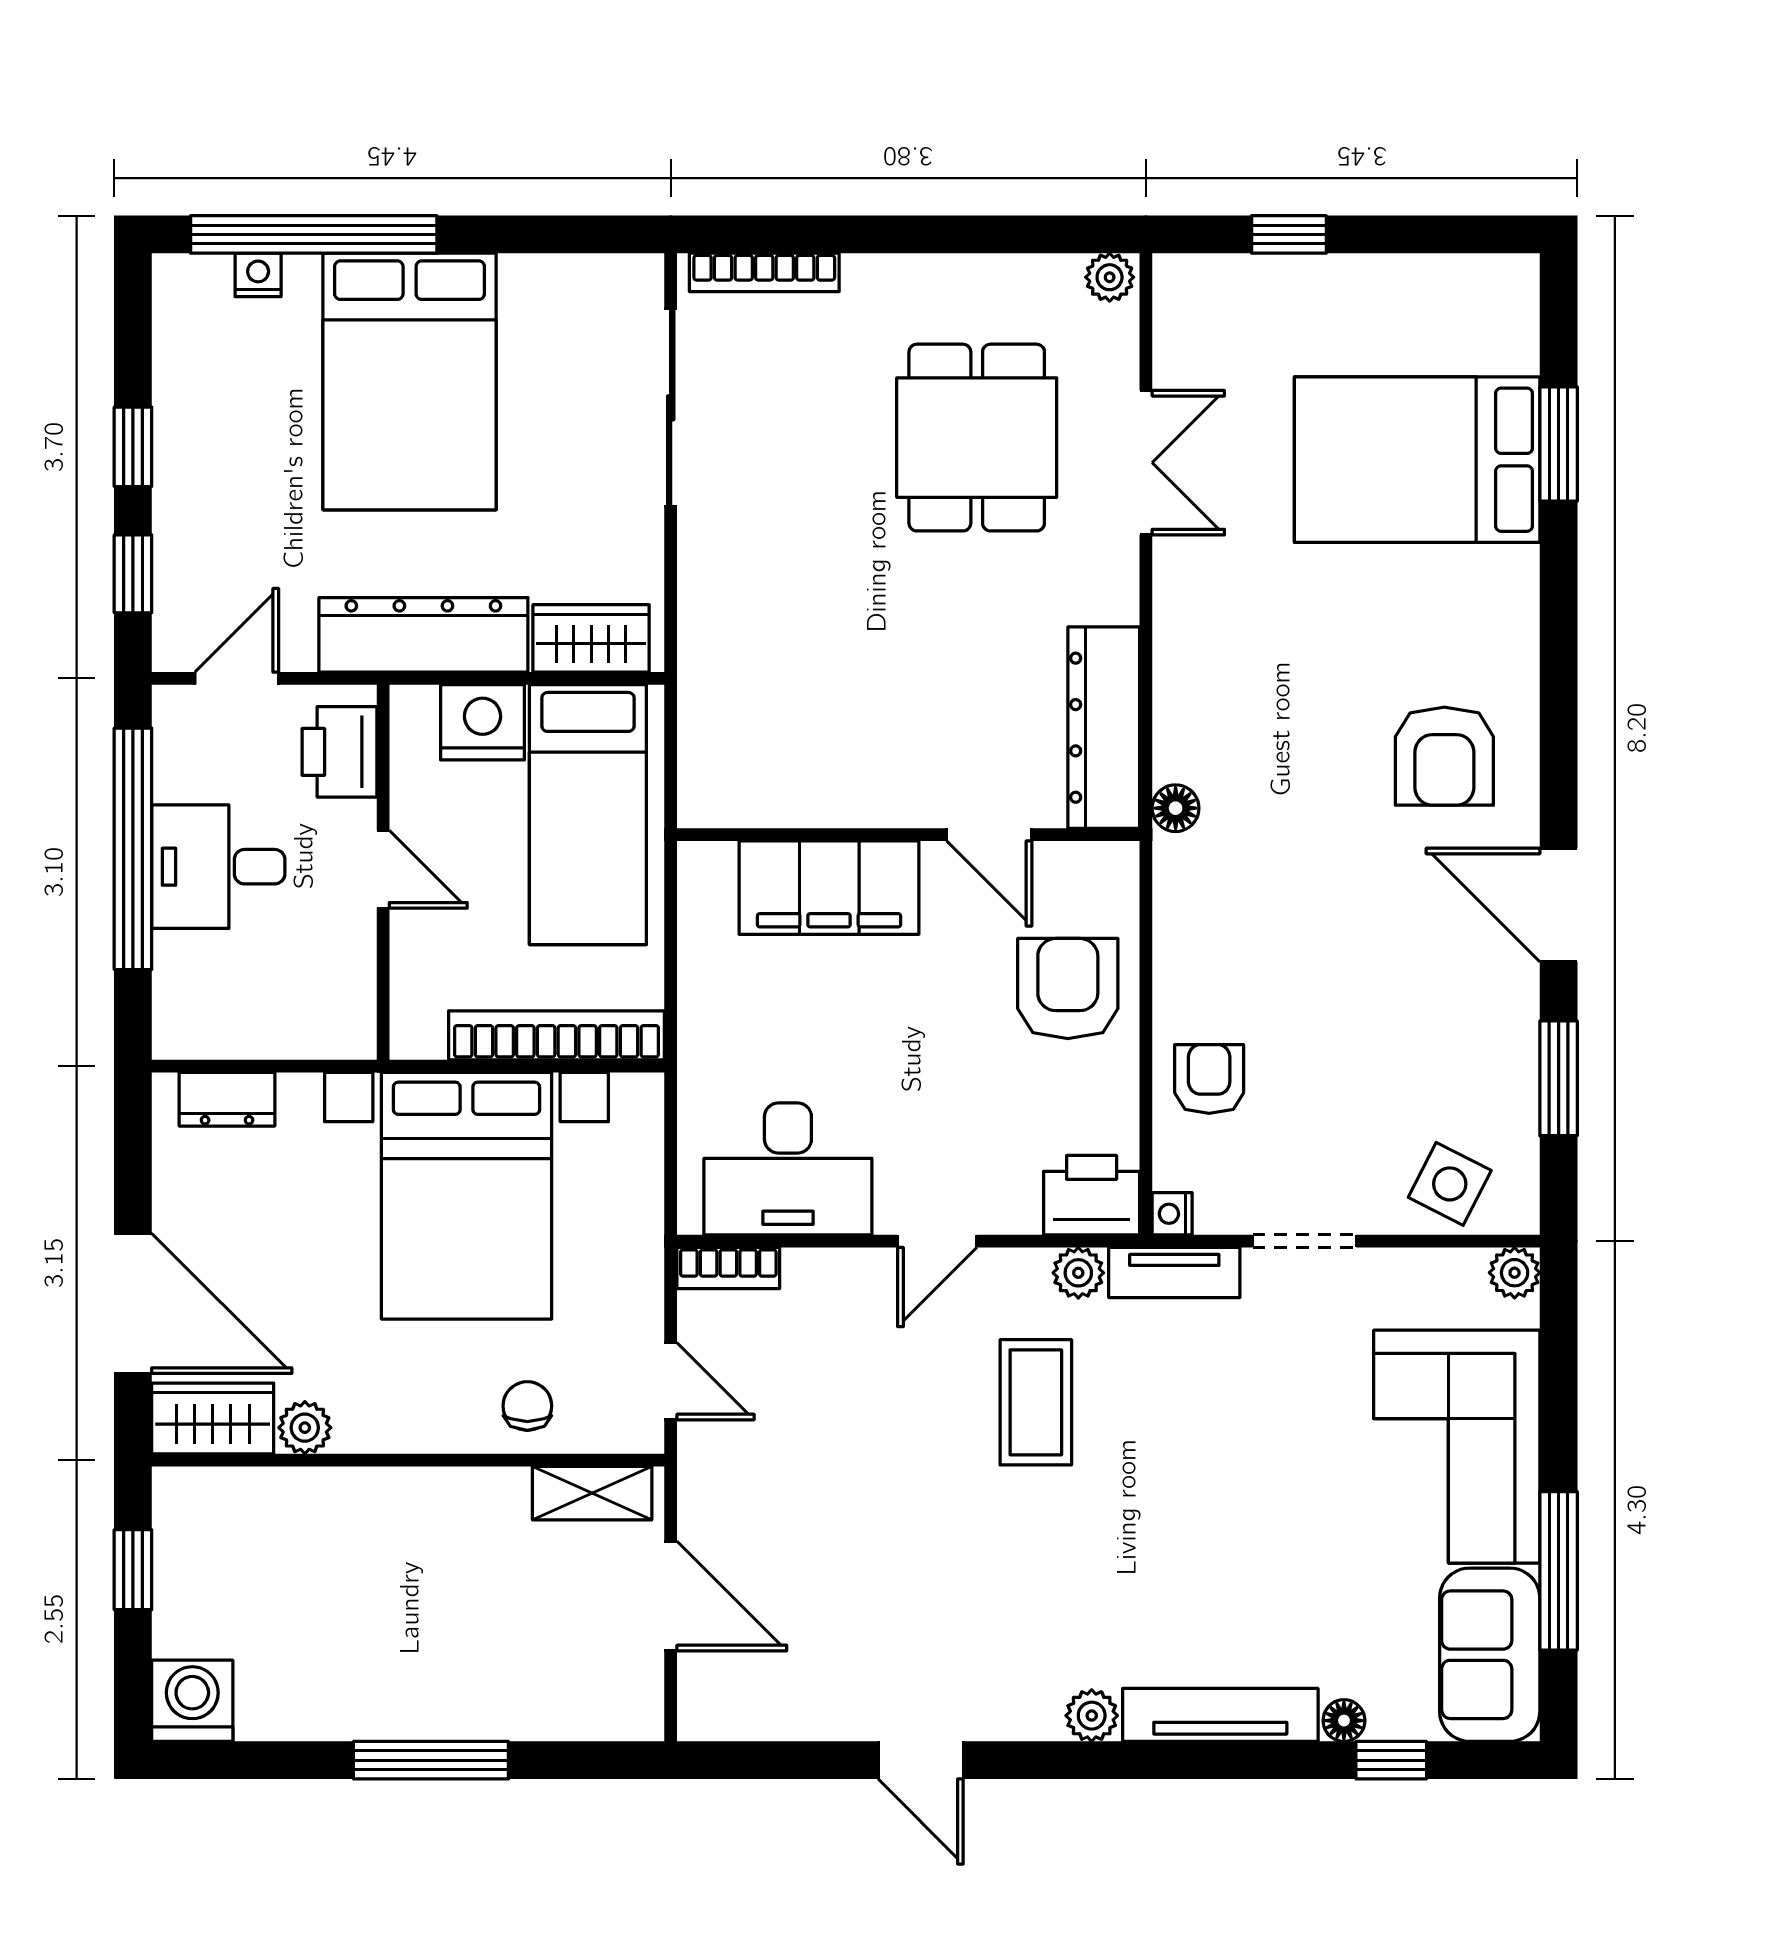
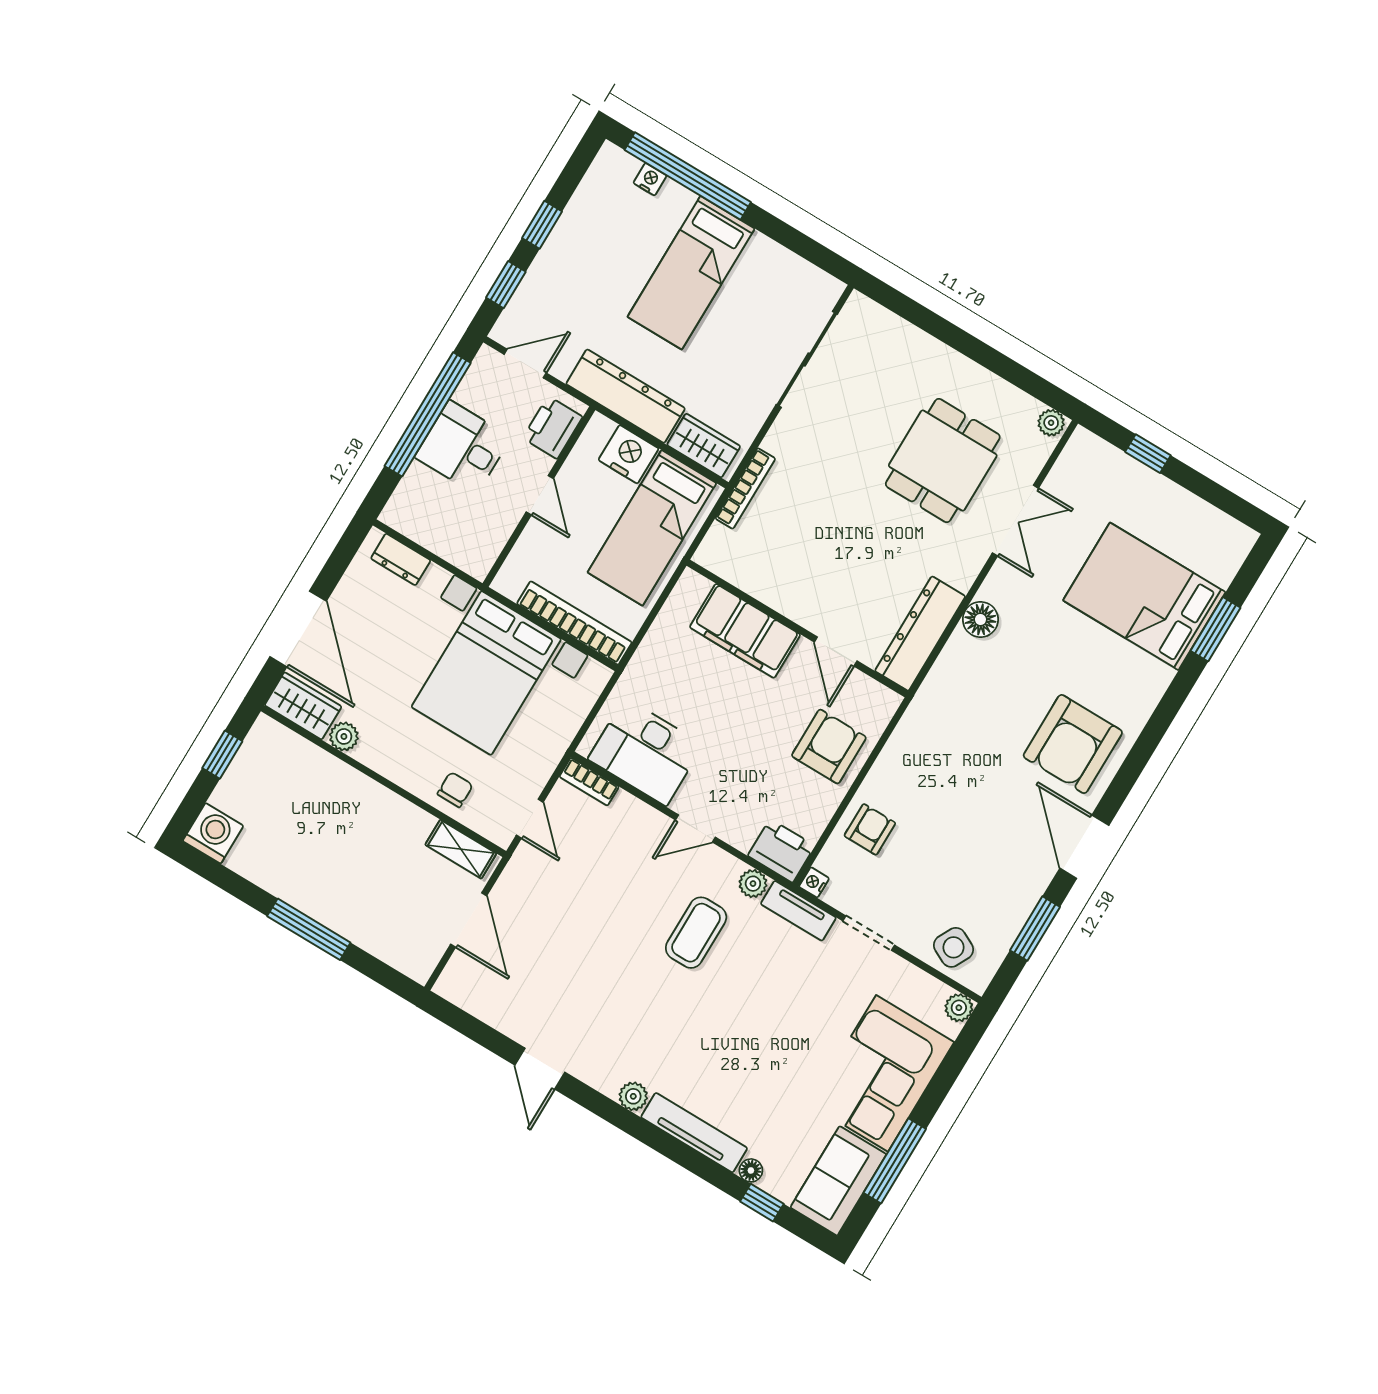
bookcase: (764, 272) -> (745, 488), moved, turned -90
bed: (410, 382) -> (691, 273), width x0.67
armchair: (1444, 756) -> (1073, 744), width x1.36, depth x1.36
floor lamp: (1176, 808) -> (980, 619), moved, width x1.37, depth x1.37

